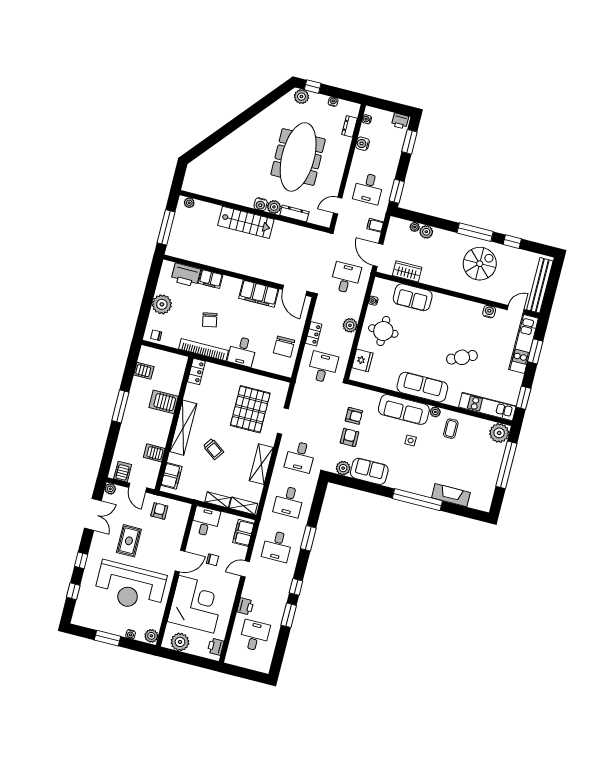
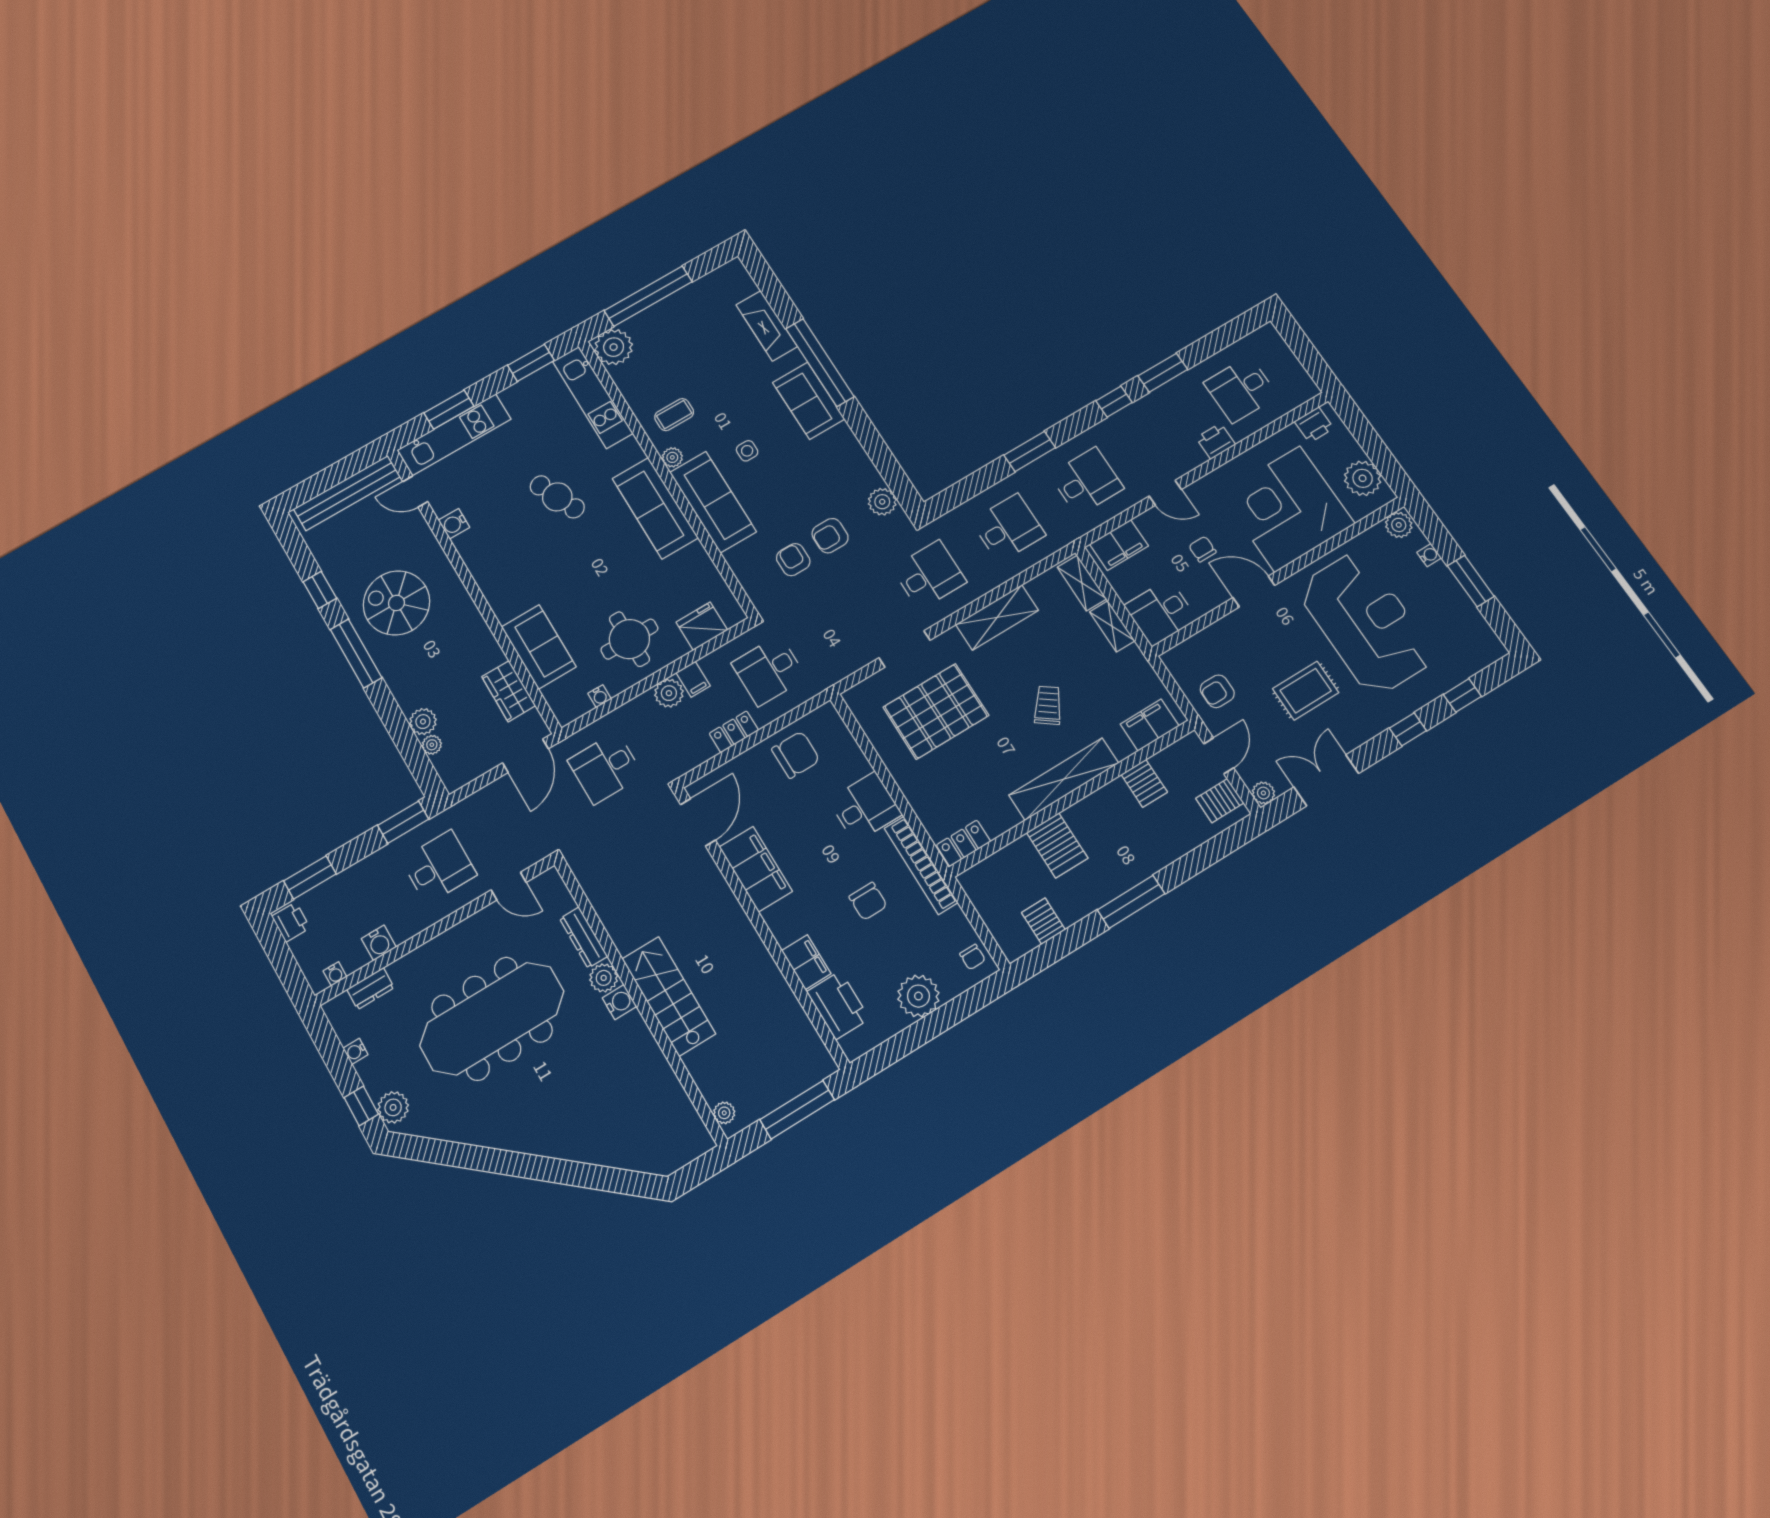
filing cabinet: (375, 225) -> (693, 679), moved
chair: (210, 320) -> (868, 901), turned 101
sofa: (369, 471) -> (809, 401), moved

